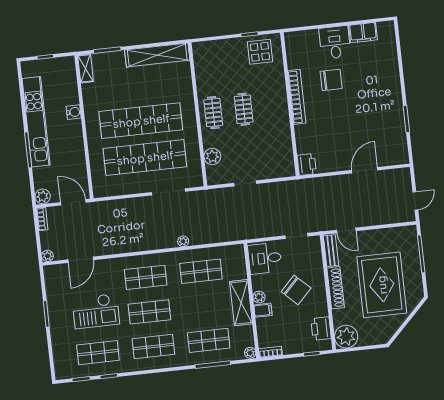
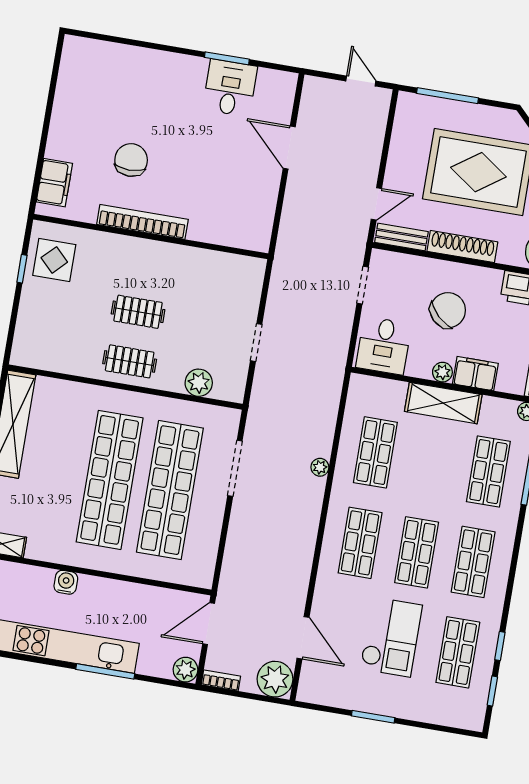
filing cabinet: (363, 33) -> (54, 183), moved
desk: (335, 42) -> (230, 88), moved, turned 90
printer: (307, 164) -> (254, 237), removed
plant: (47, 256) -> (275, 679), width x1.88, depth x1.88
filing cabinet: (263, 310) -> (475, 374), width x2.00

